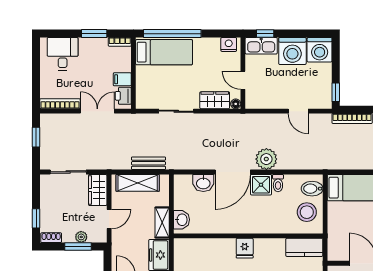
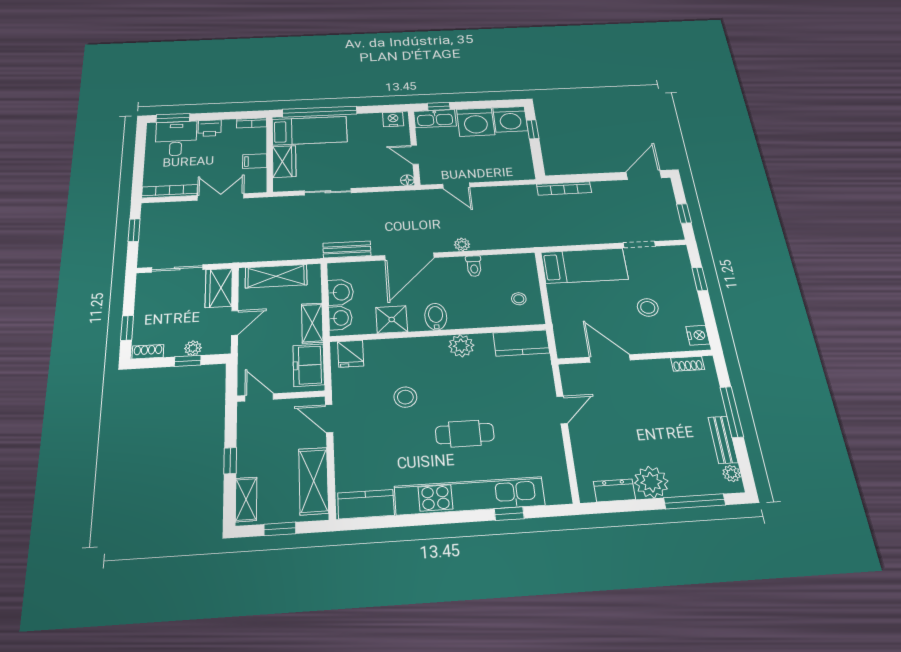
window: (94, 34) -> (173, 118), moved
window: (336, 92) -> (533, 129), moved
printer: (123, 96) -> (210, 128), moved, turned -90
wardrobe: (215, 100) -> (284, 162), moved, turned 90
door: (298, 111) -> (456, 186), moved
plant: (266, 159) -> (462, 244), width x0.53, depth x0.53
bench: (148, 163) -> (347, 249), moved
washbasin: (203, 183) -> (341, 292), moved, turned -90
shower: (261, 185) -> (392, 319), moved
bidet: (312, 189) -> (436, 317), moved, turned 90
stool: (307, 212) -> (519, 299), width x0.53, depth x0.53
window: (78, 247) -> (188, 361), width x0.67
plant: (263, 247) -> (461, 346), added
fridge: (245, 248) -> (351, 354), moved

